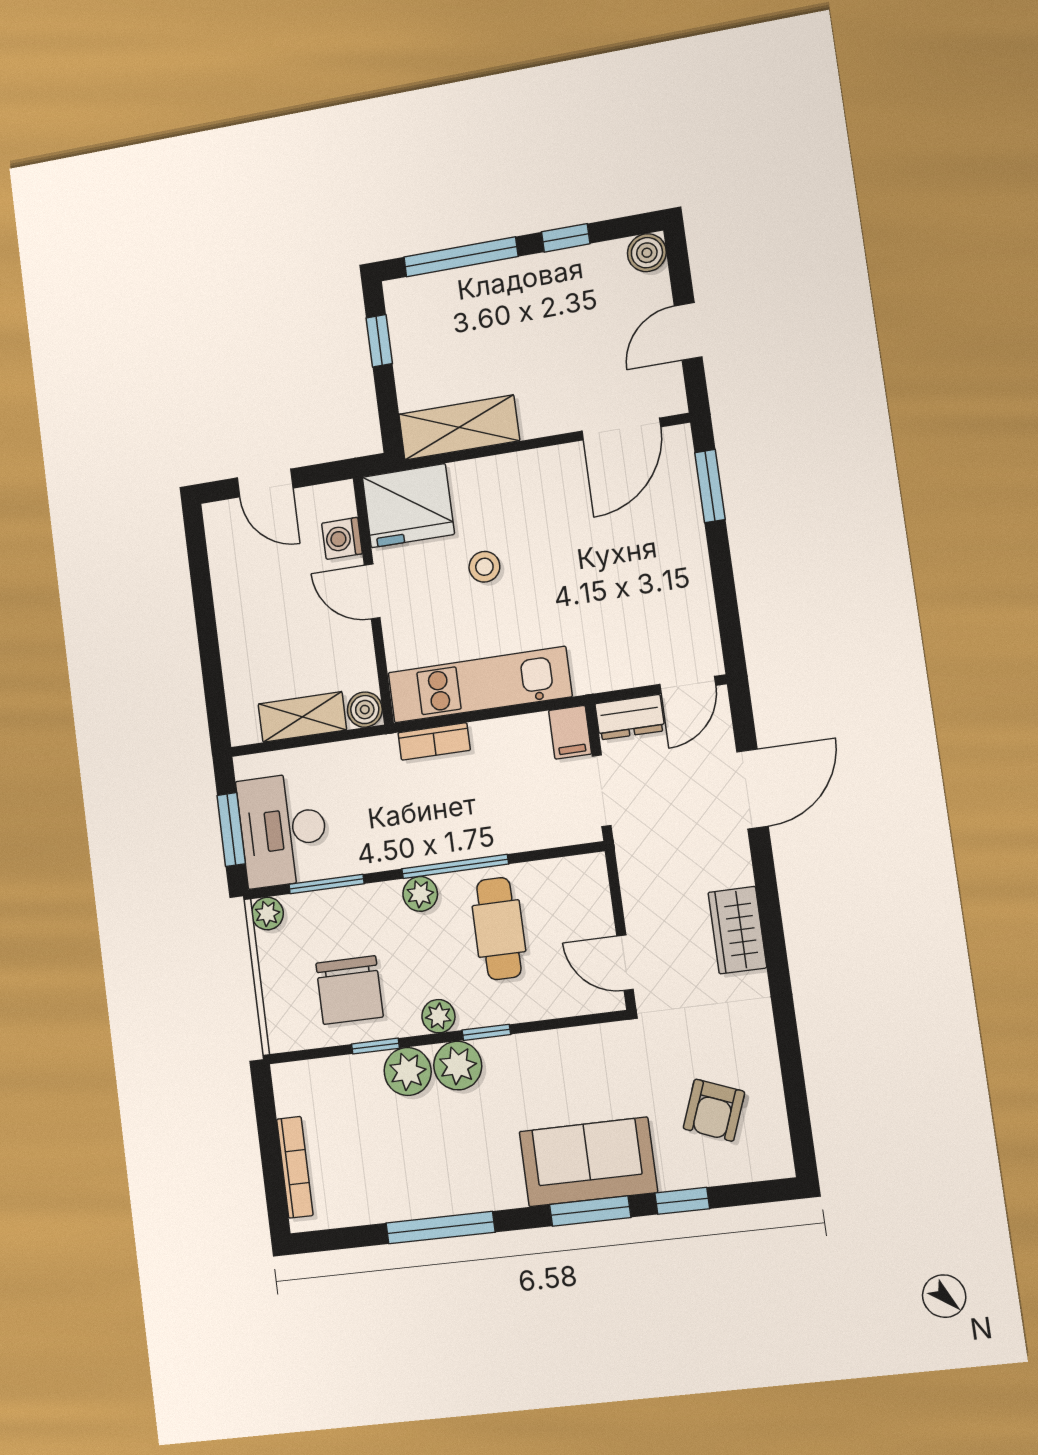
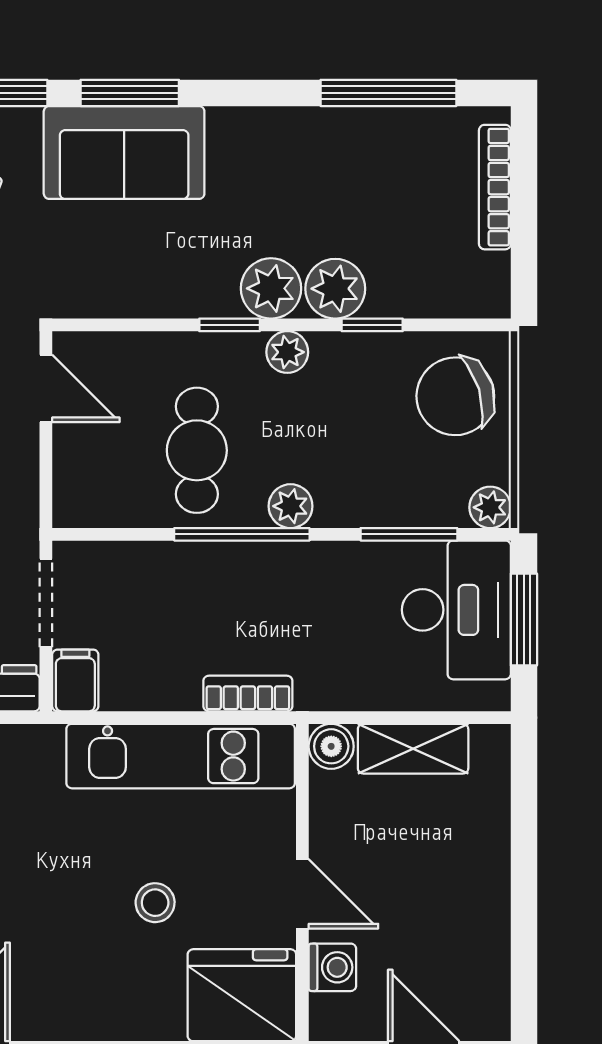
chair: (349, 990) -> (455, 396), moved, turned -107
window: (440, 1228) -> (388, 93), moved

